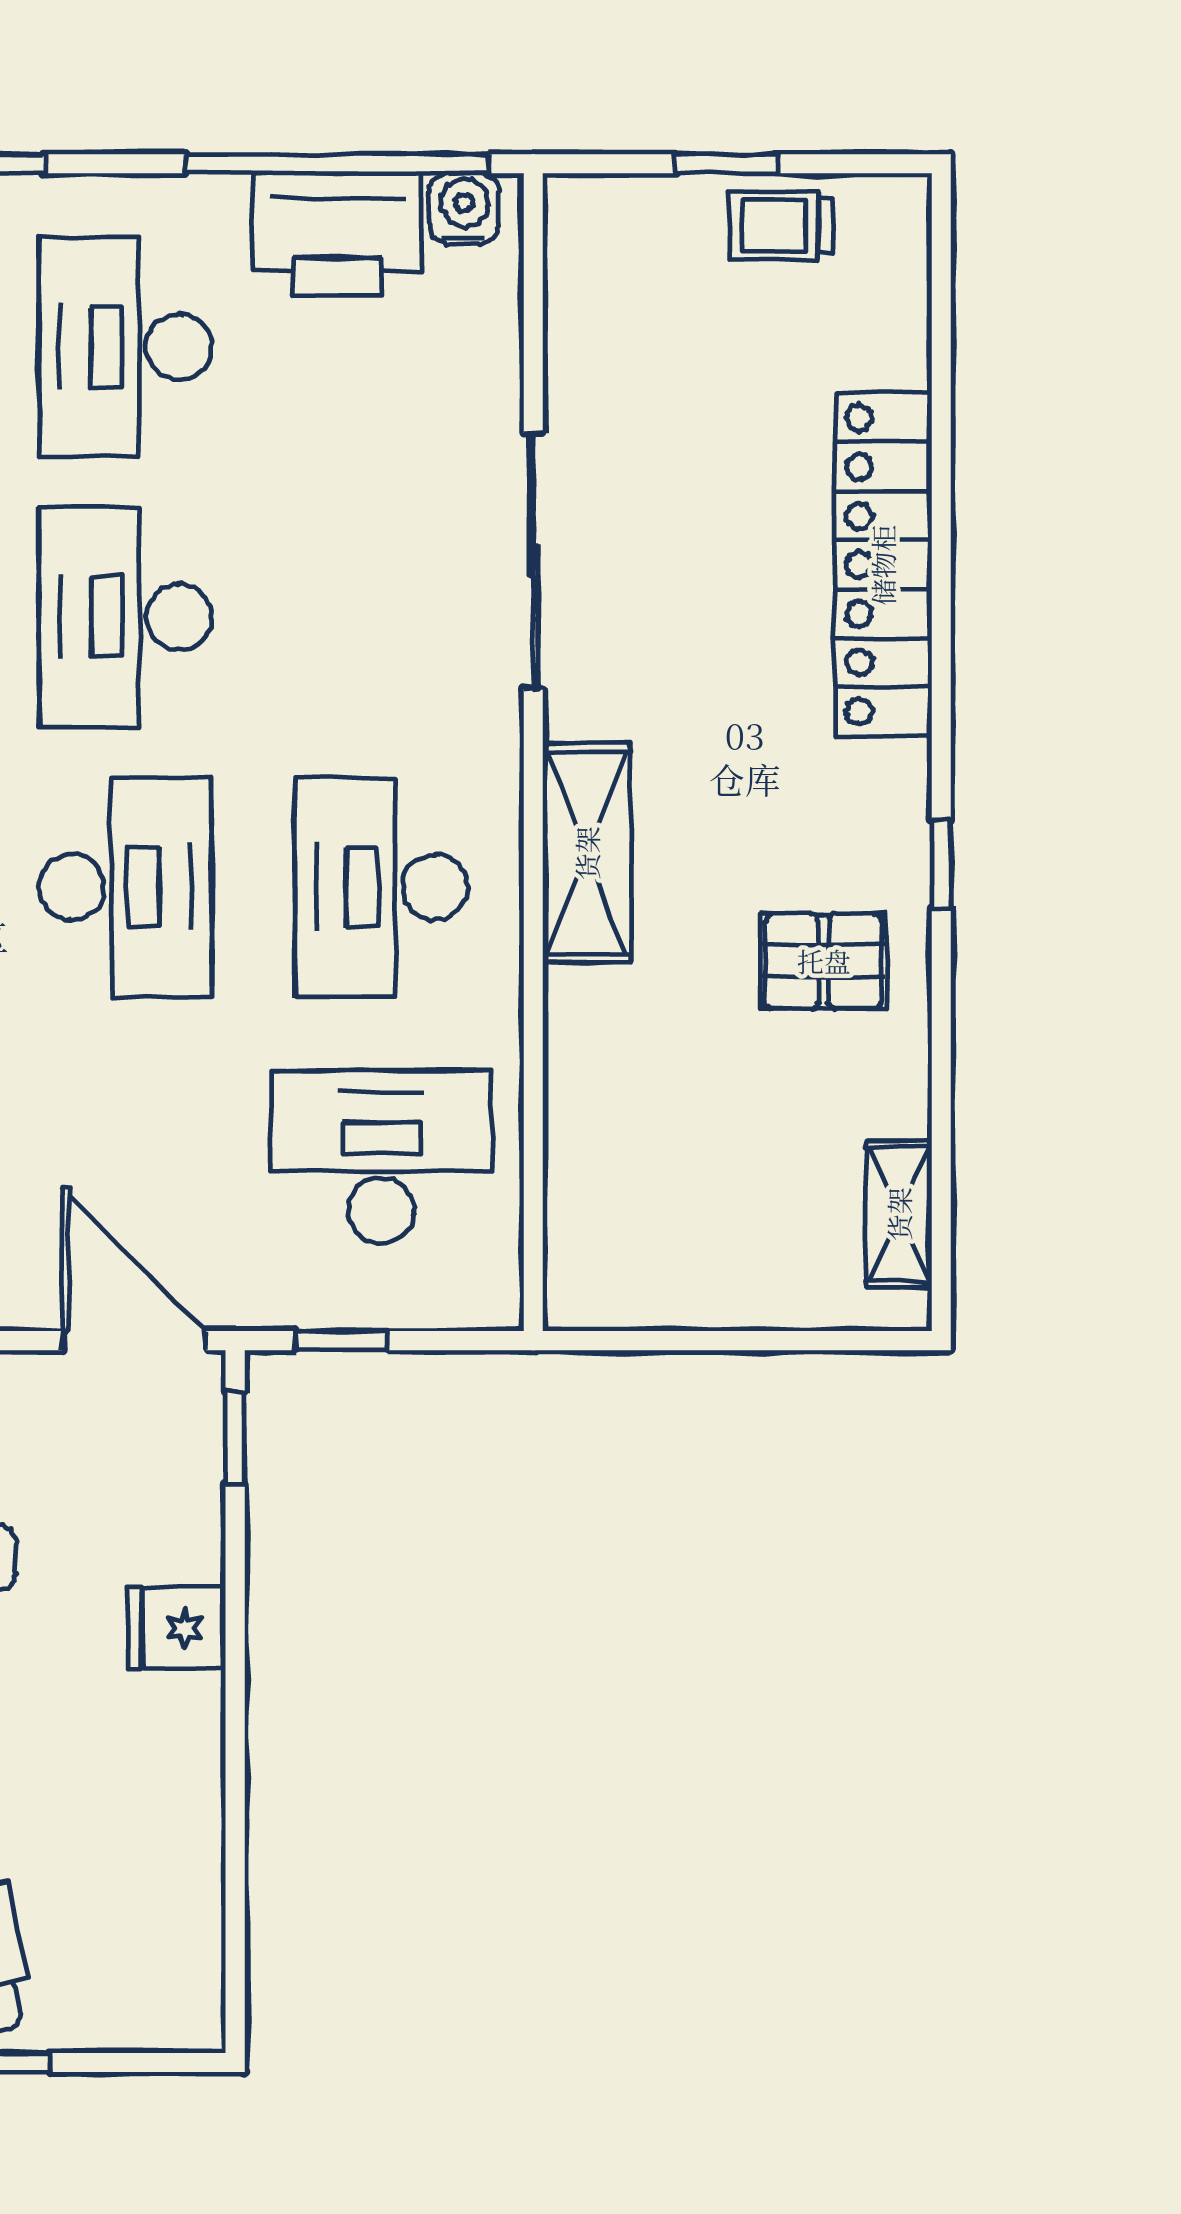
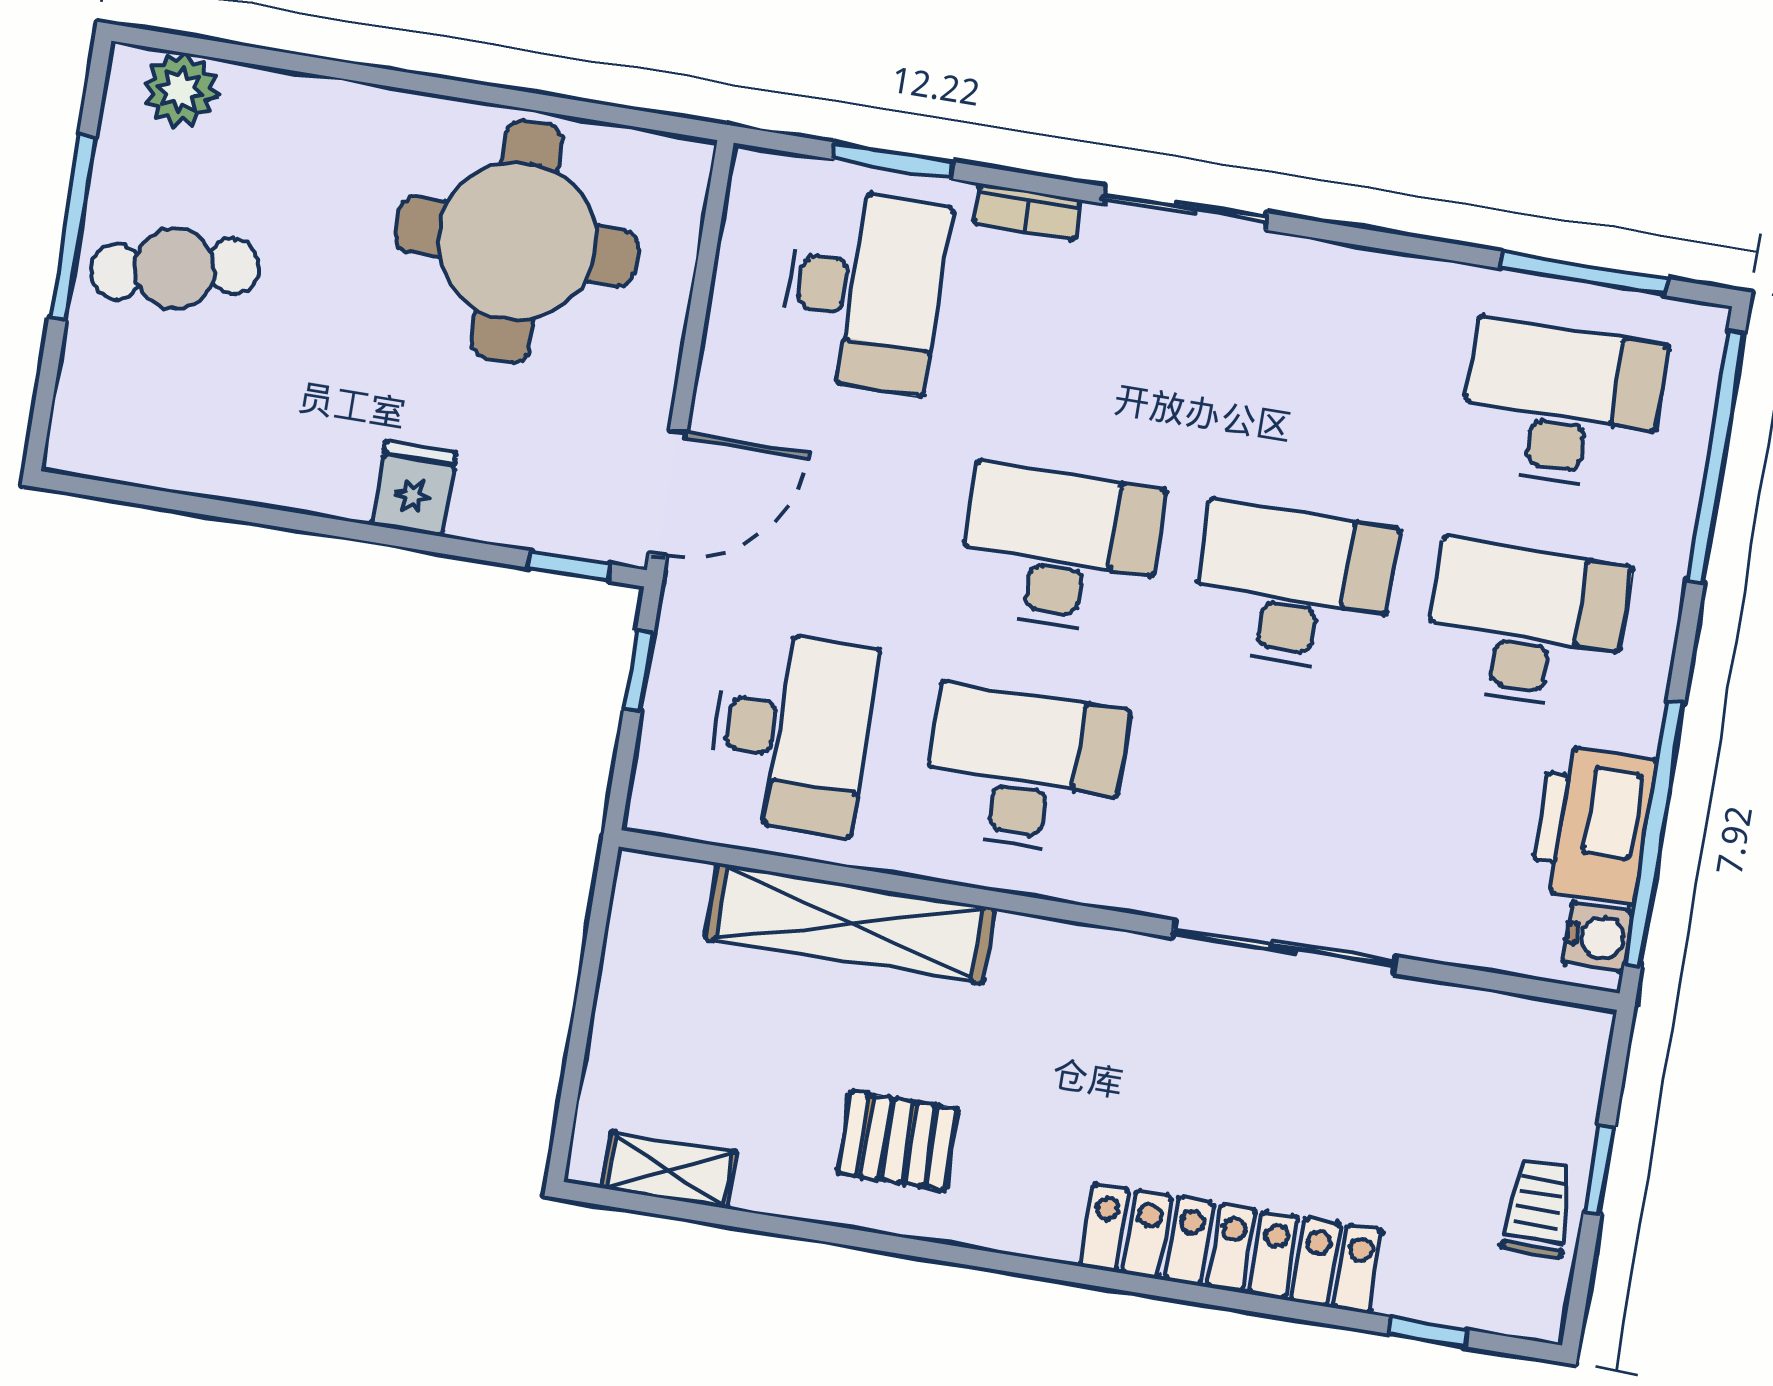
shelving: (587, 853) -> (850, 923), moved, width x1.47
window: (941, 863) -> (1429, 1332), moved
desk: (125, 887) -> (1060, 549), turned 180
pallet: (824, 961) -> (898, 1141), turned 90

